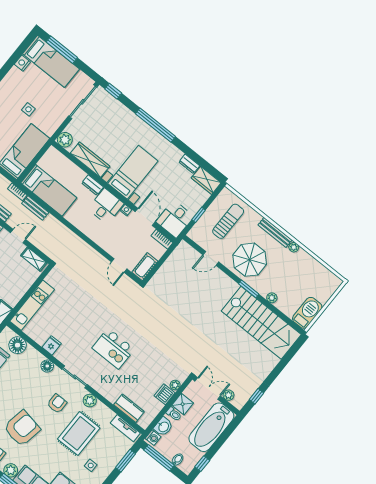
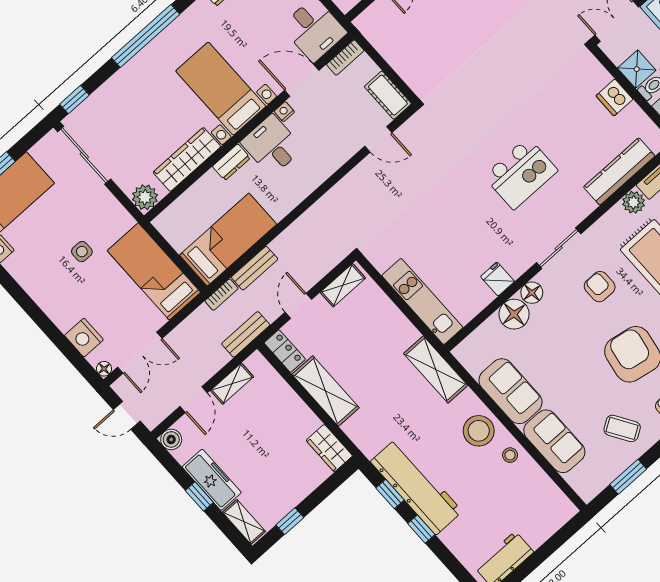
floor lamp: (18, 345) -> (514, 314), moved
plant: (175, 385) -> (602, 77), removed
plant: (90, 401) -> (634, 202), moved
kitchen counter: (129, 408) -> (619, 171), width x1.50

